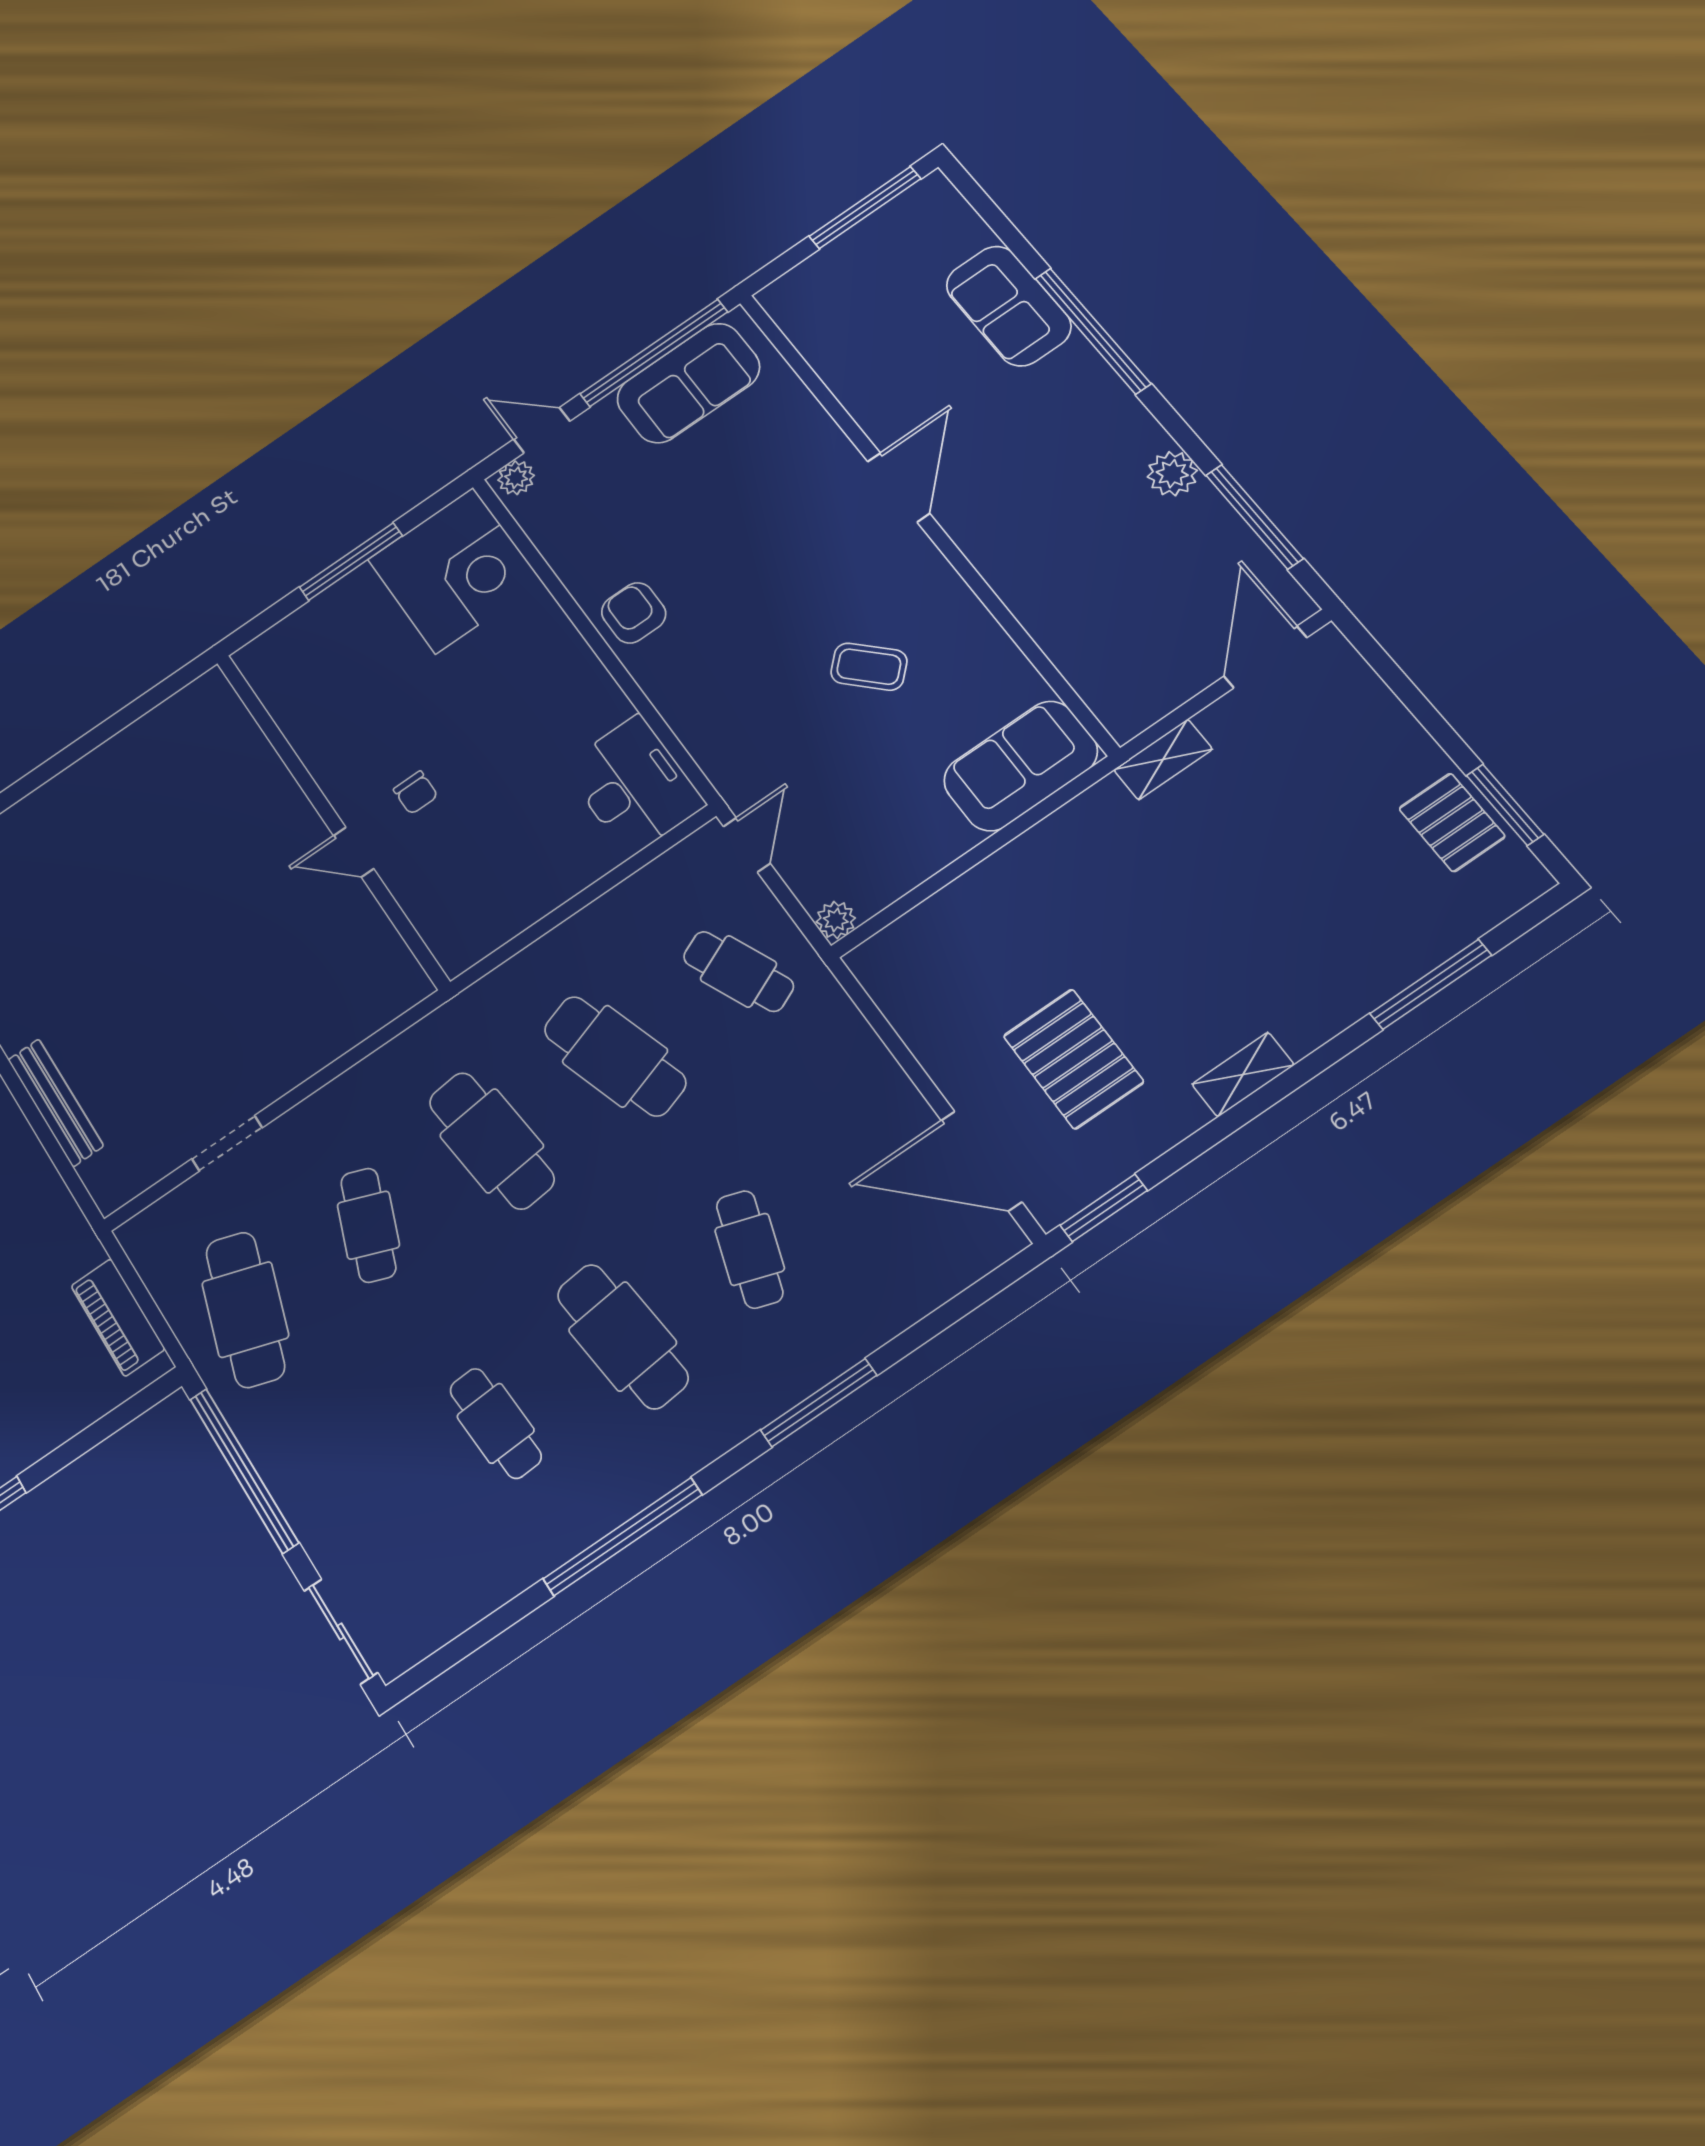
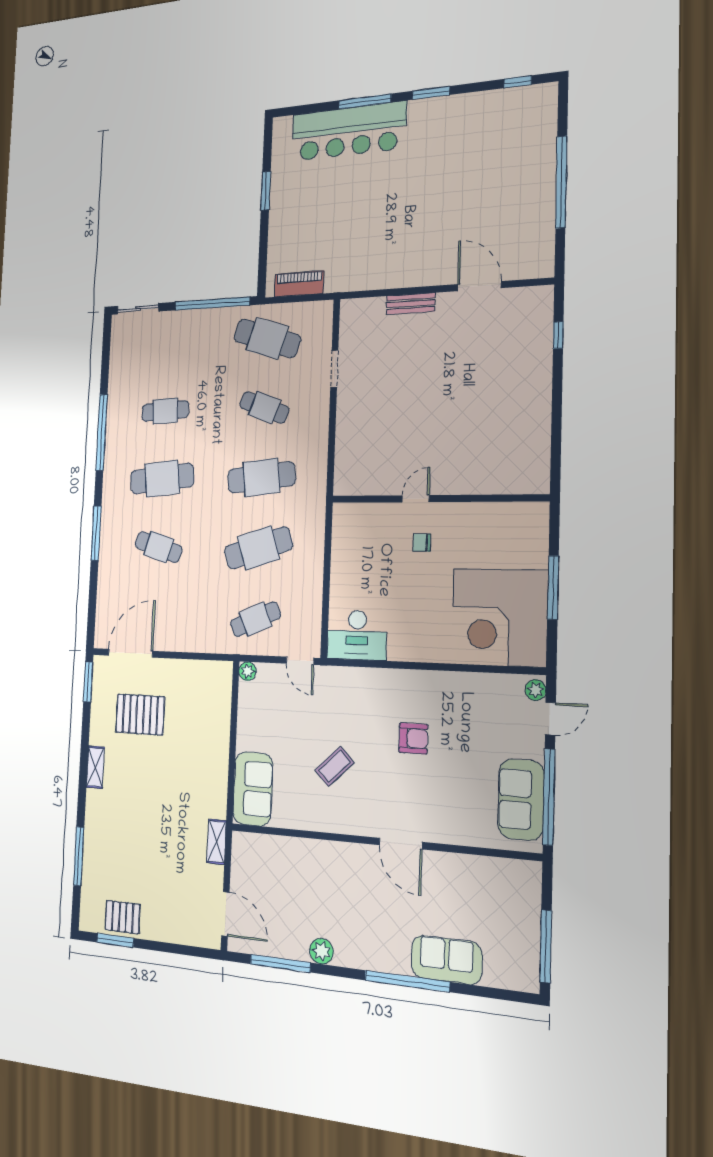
corner desk: (454, 570) -> (499, 617), width x1.36, depth x1.36
armchair: (634, 613) -> (413, 738), moved
bench: (56, 1103) -> (411, 304), width x0.73

